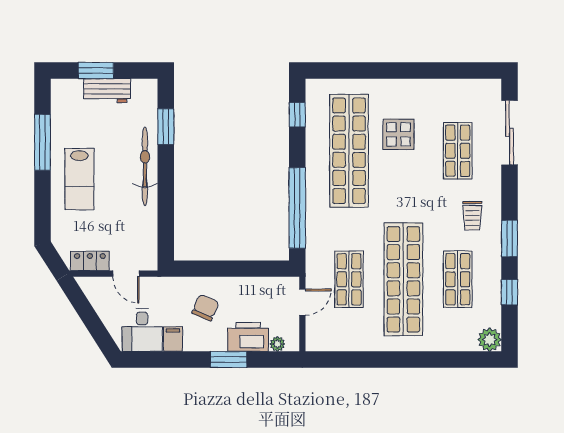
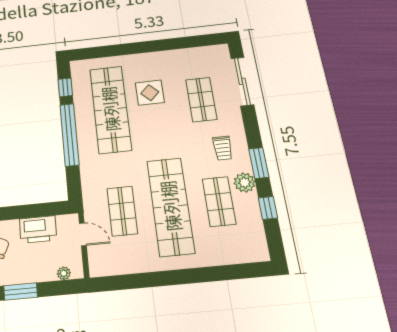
window: (297, 208) -> (69, 135), moved
door: (302, 302) -> (83, 234), hinge flipped
printer: (248, 337) -> (38, 229), moved, turned 180
plant: (490, 340) -> (245, 182), moved

